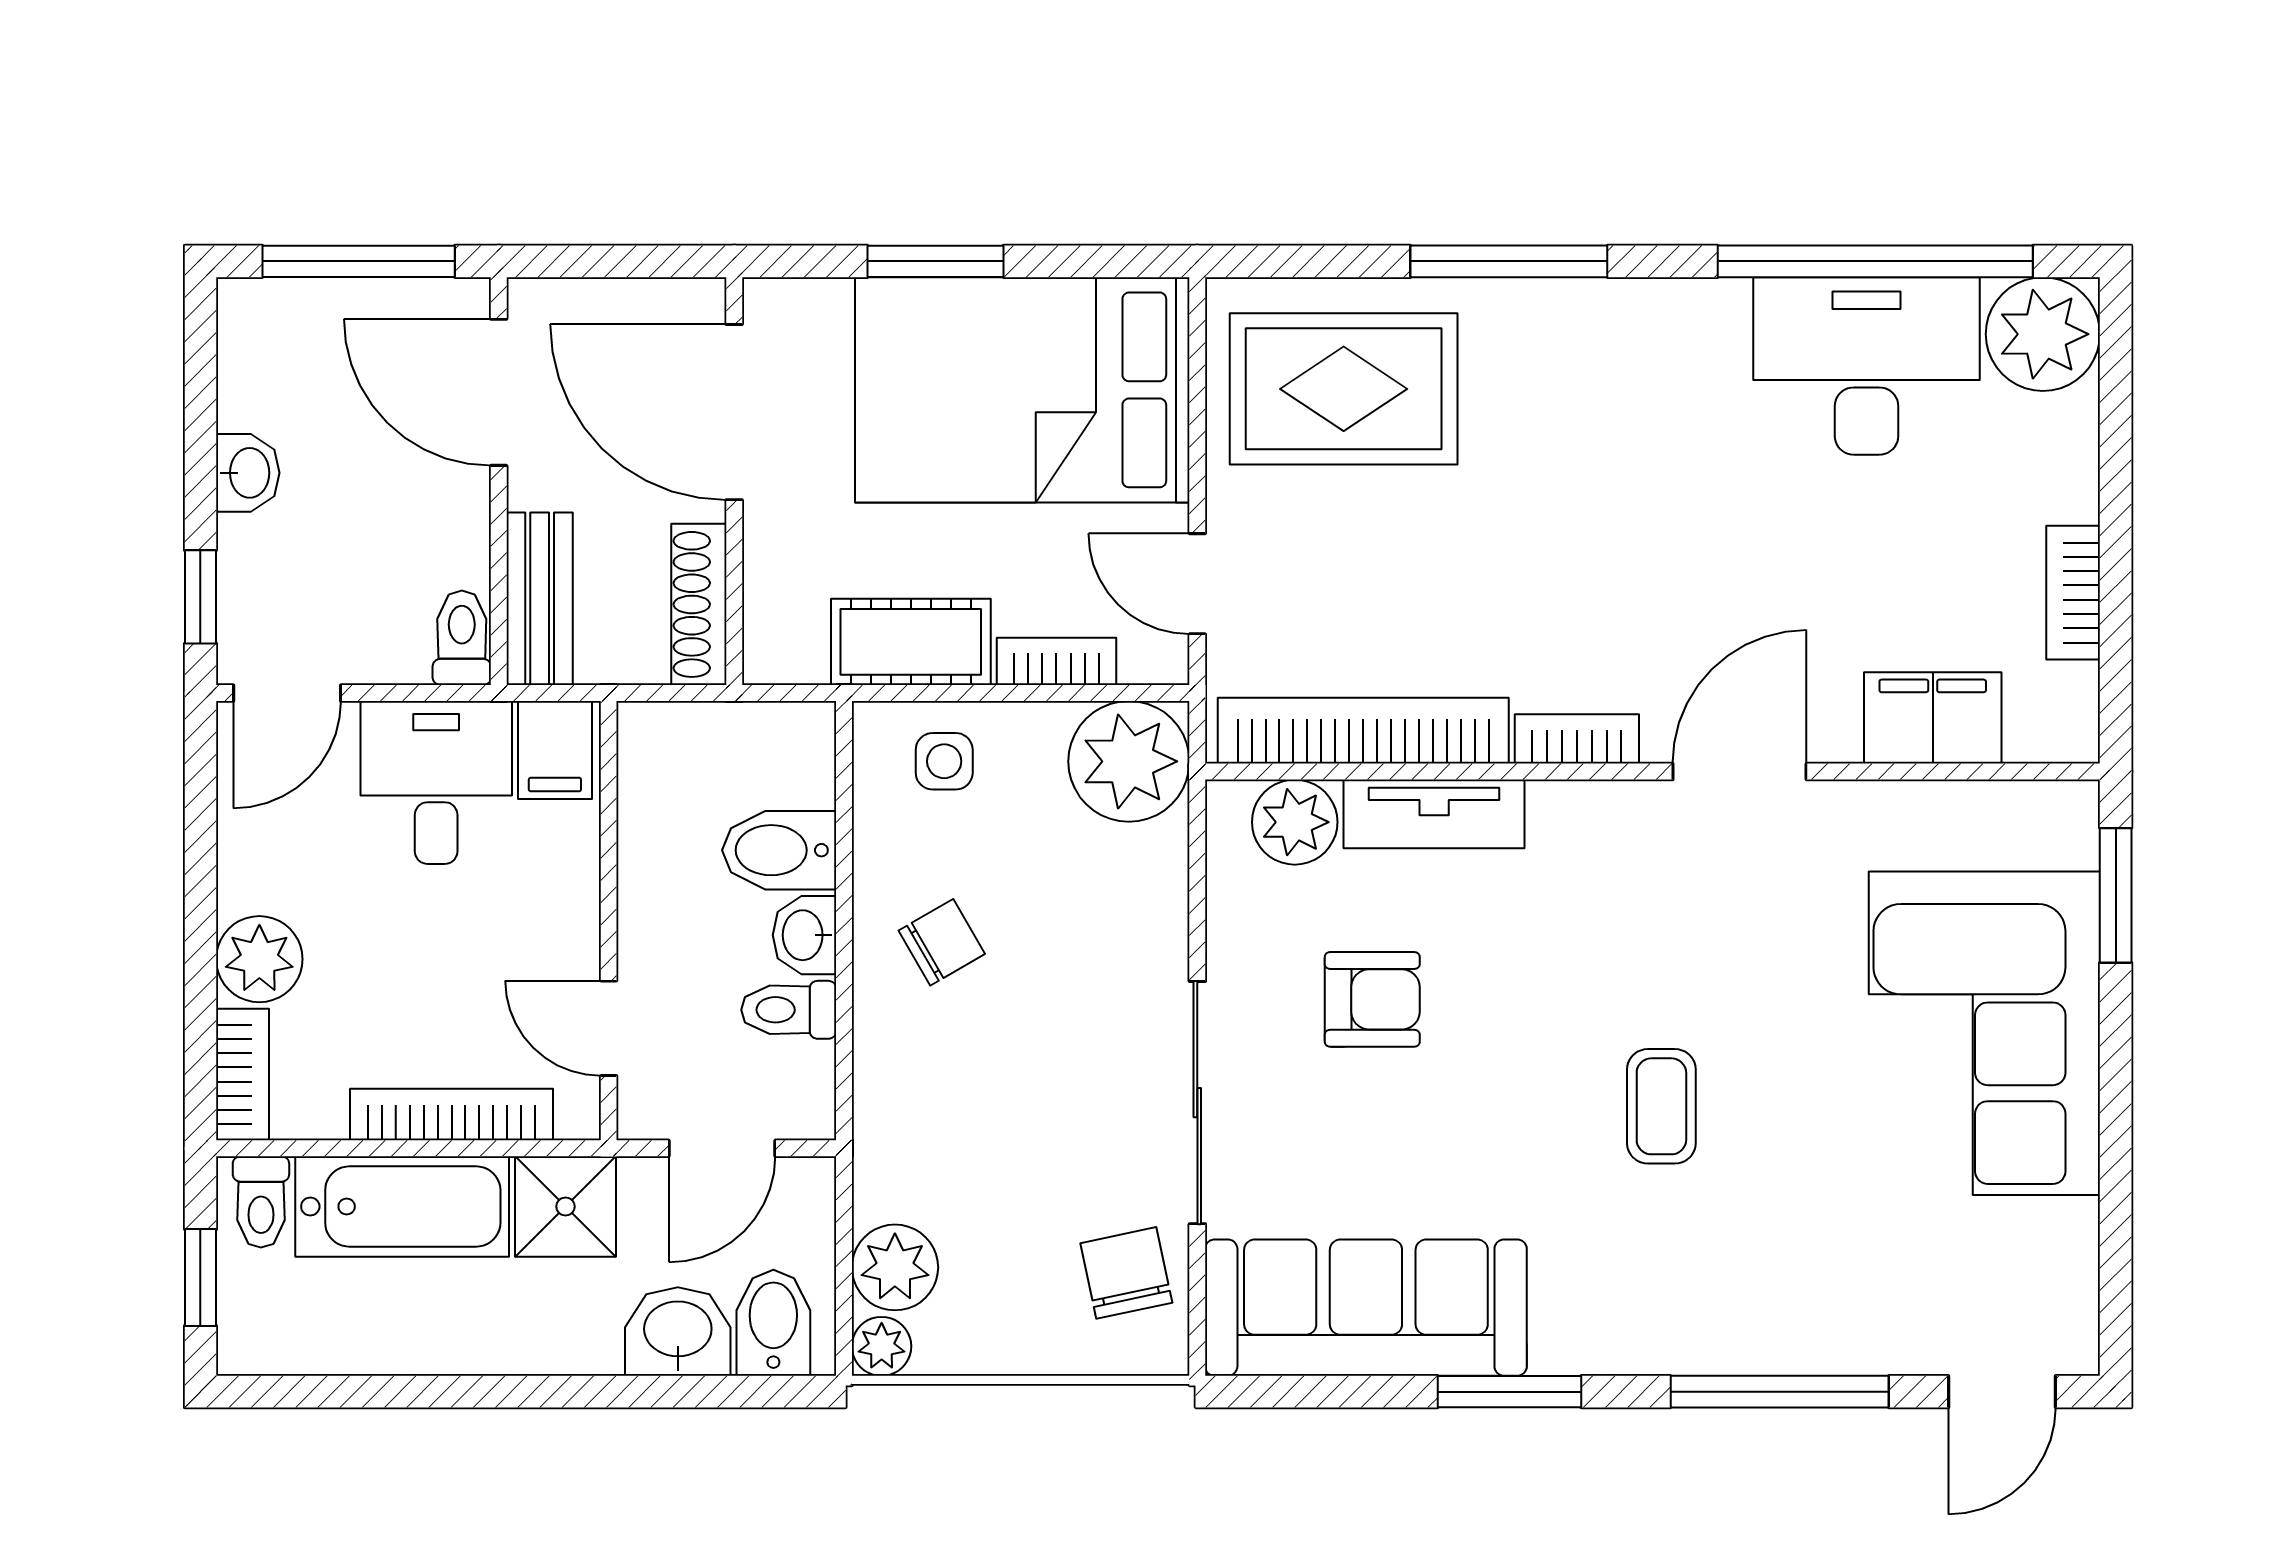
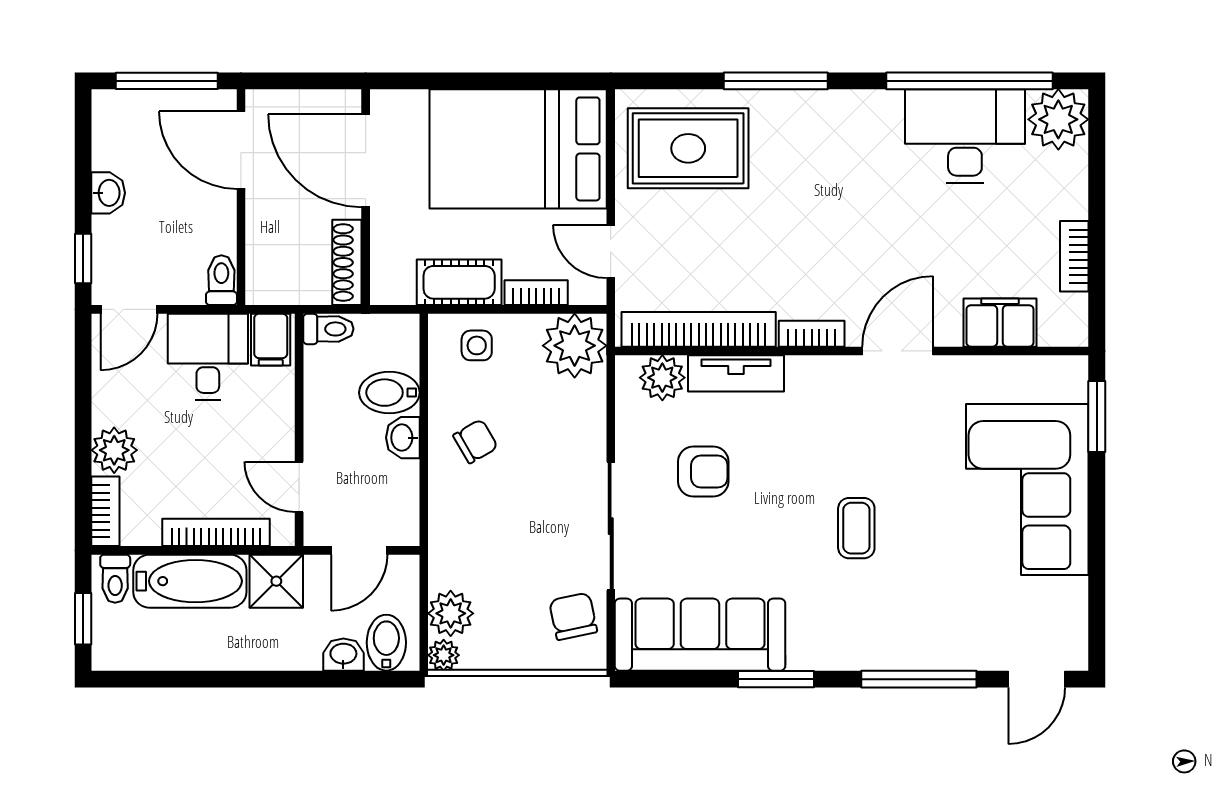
window: (935, 261) -> (472, 81), removed
bench: (540, 599) -> (263, 260), removed
toilet: (789, 1010) -> (328, 329), moved, turned 180
washbasin: (678, 1331) -> (343, 655), width x0.72, depth x0.69

